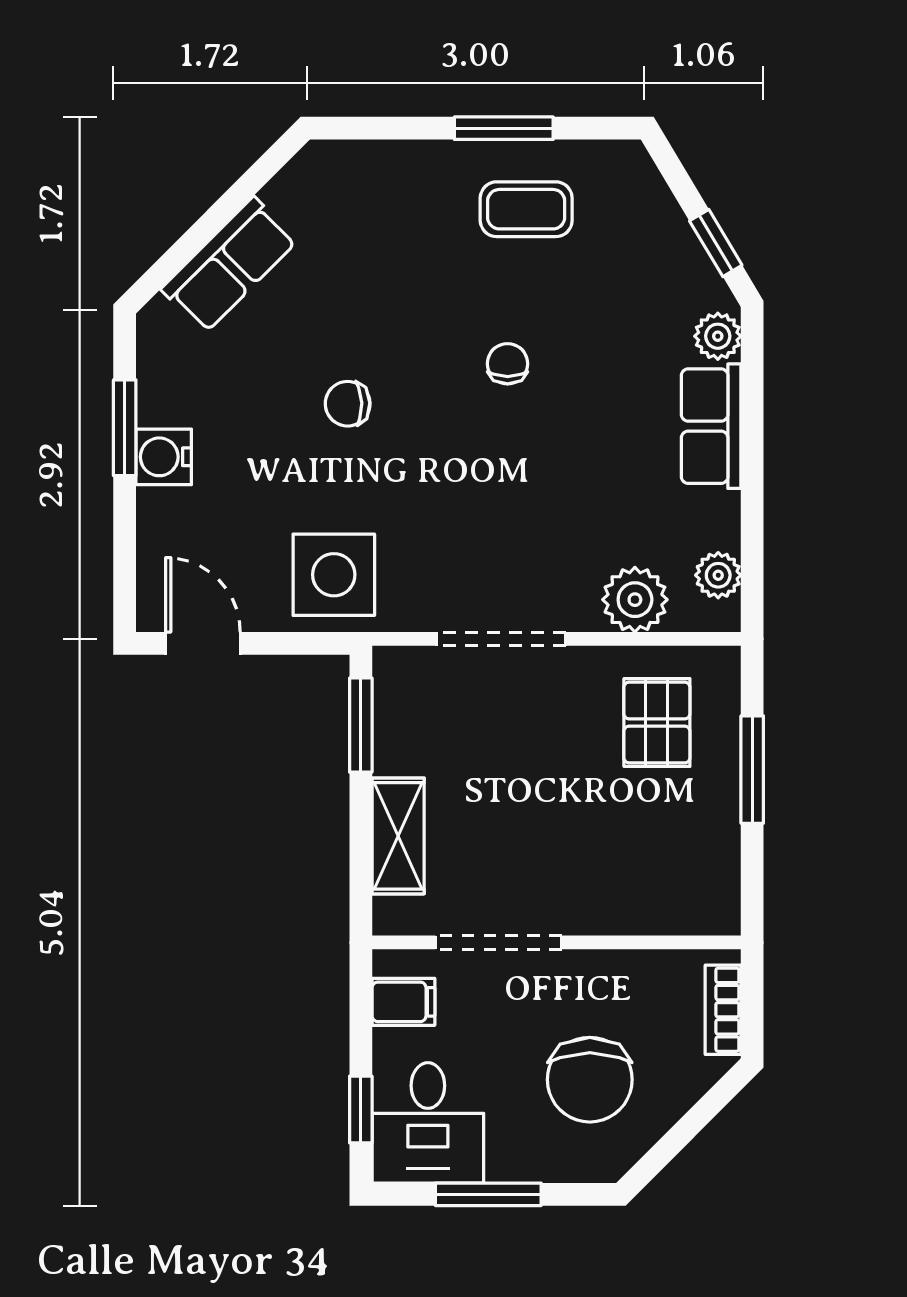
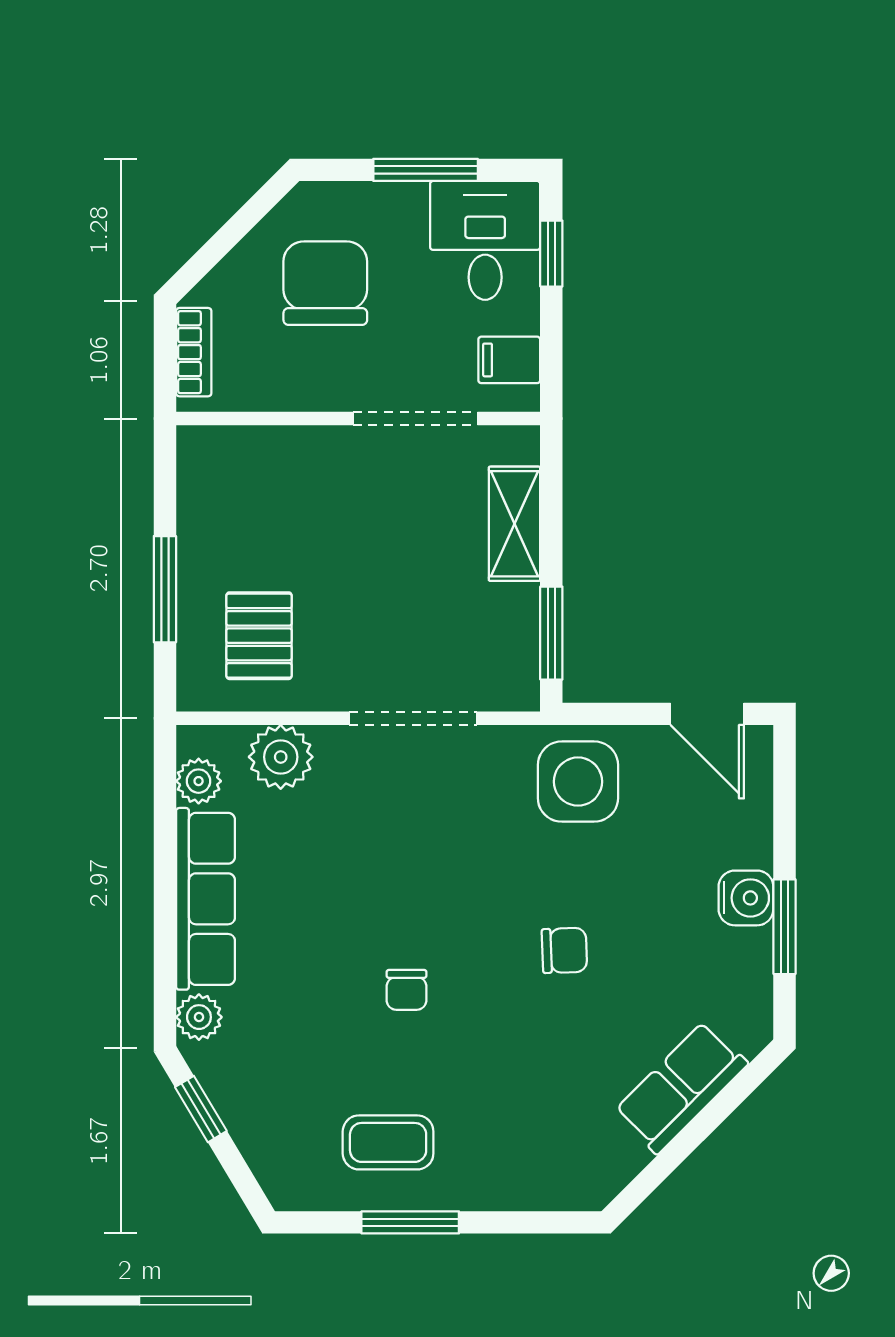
row of seats: (711, 426) -> (205, 899), width x1.48

